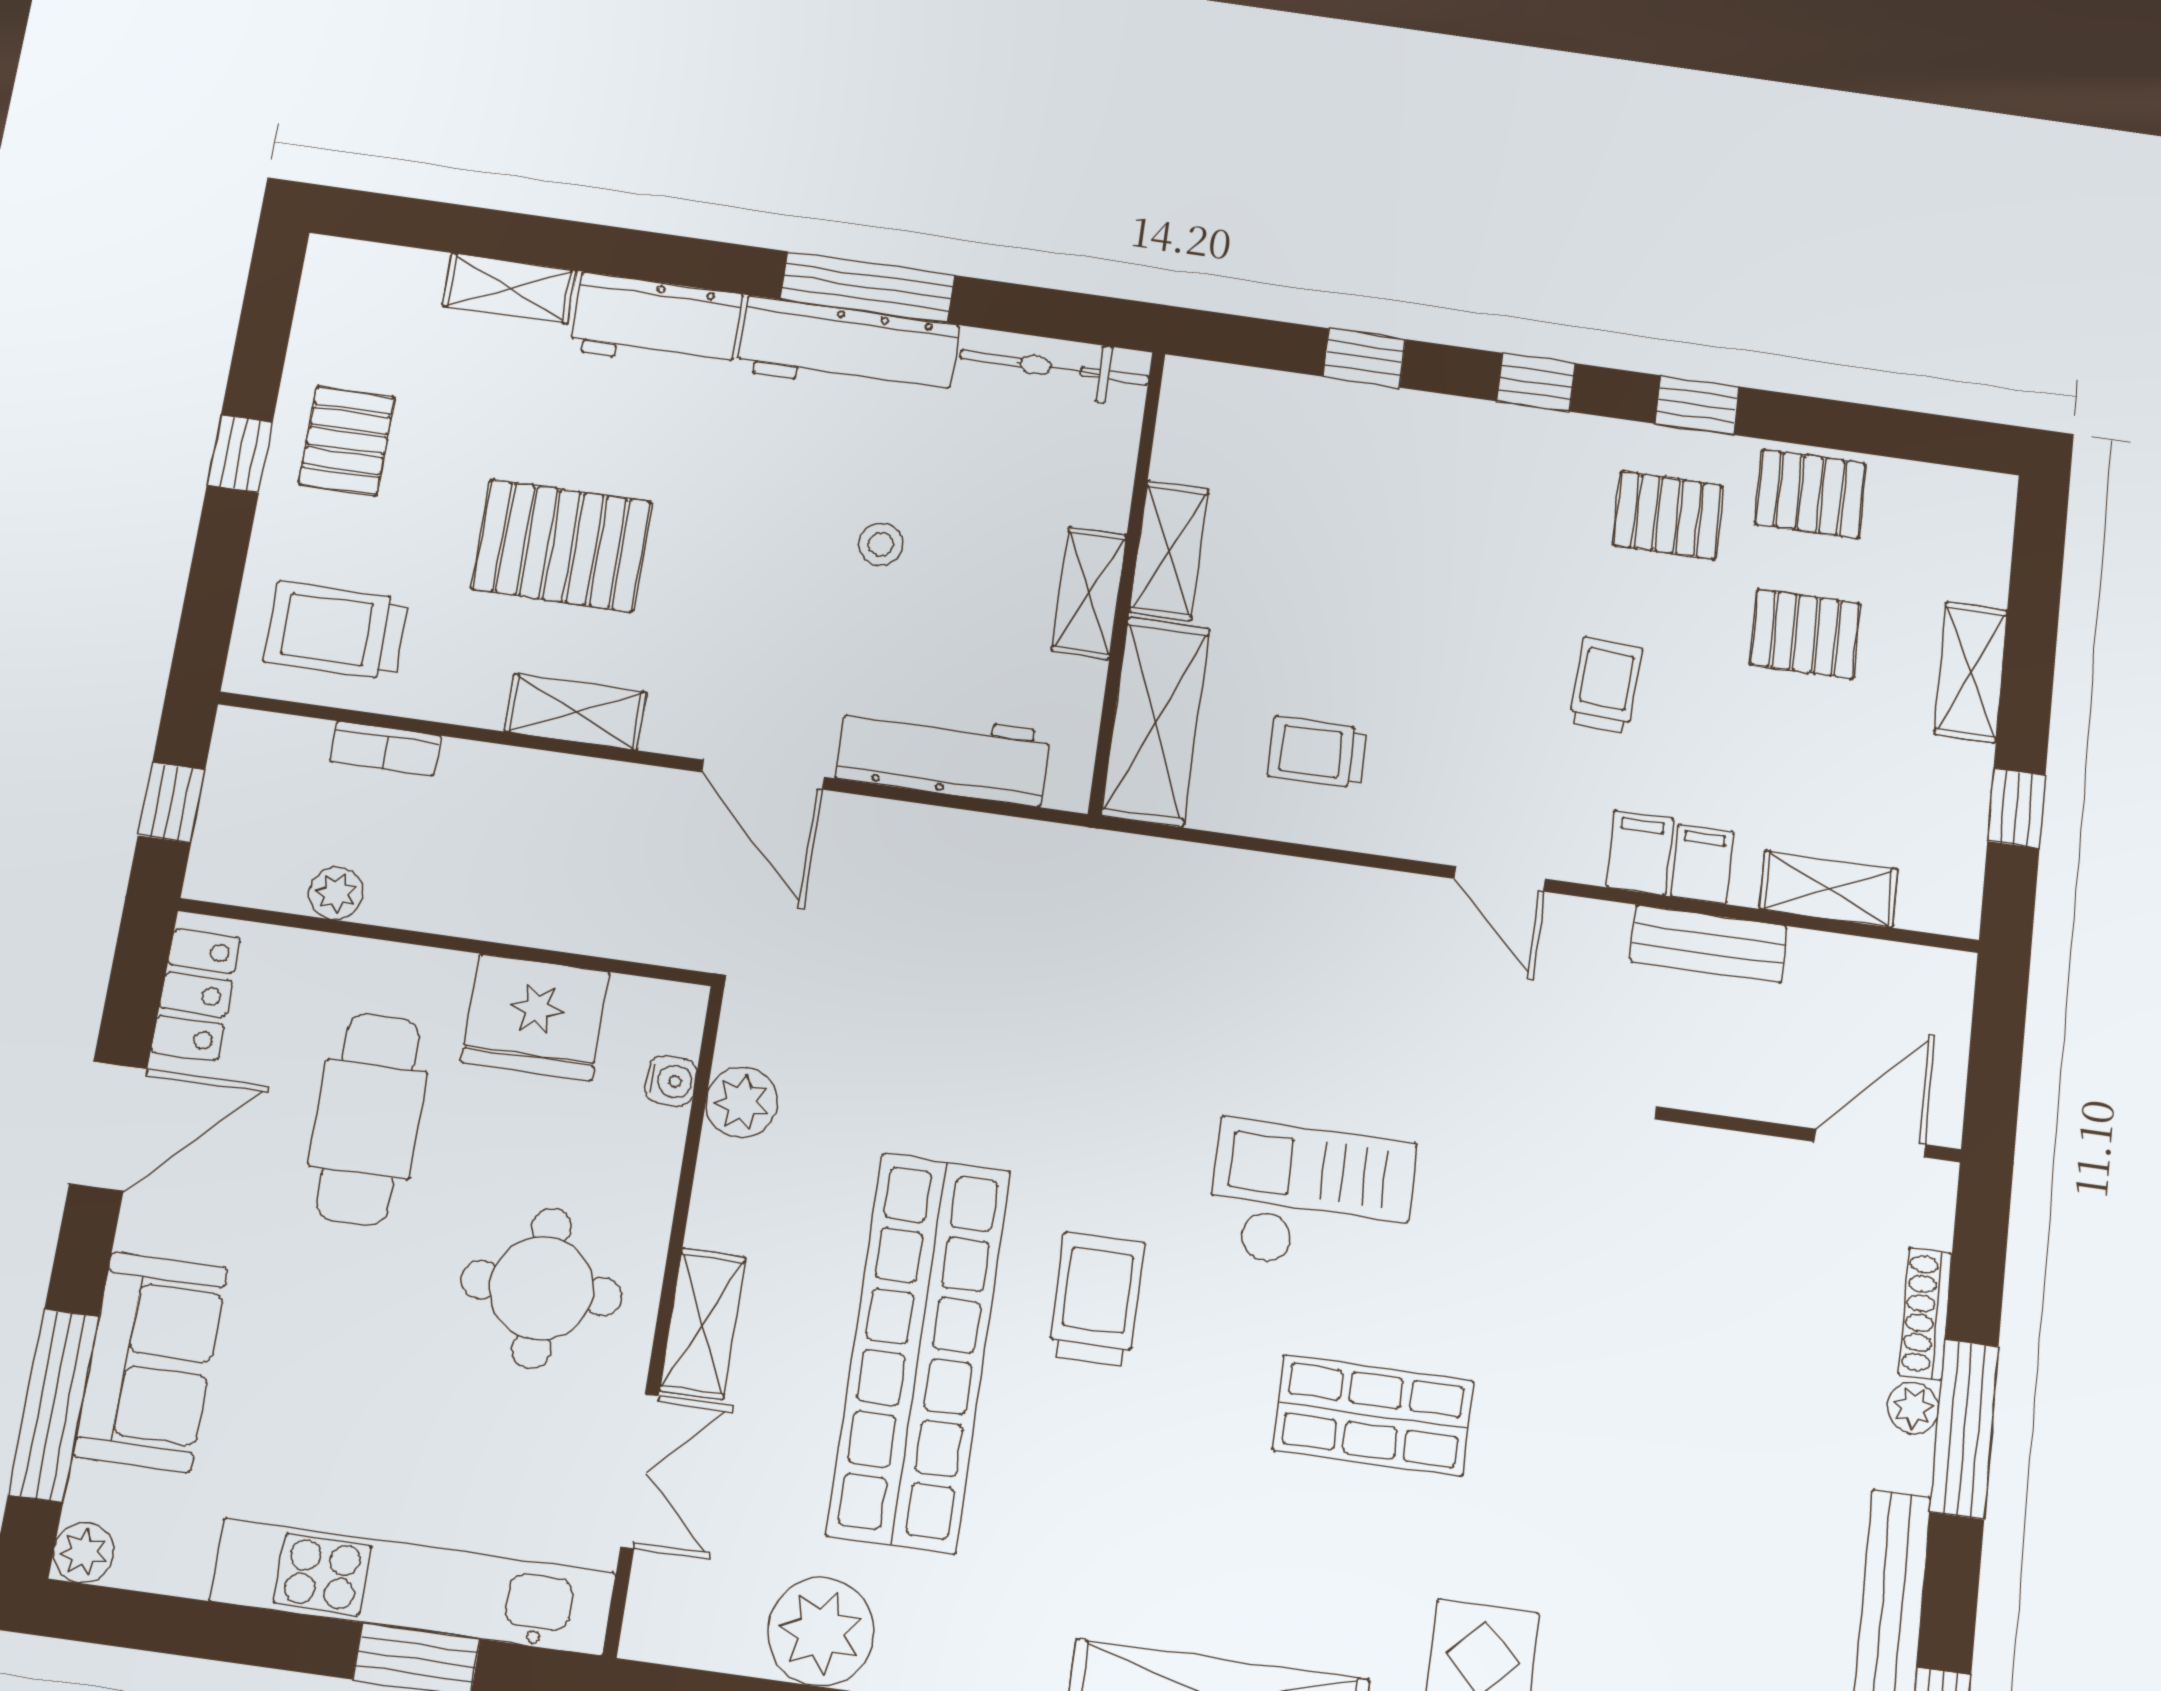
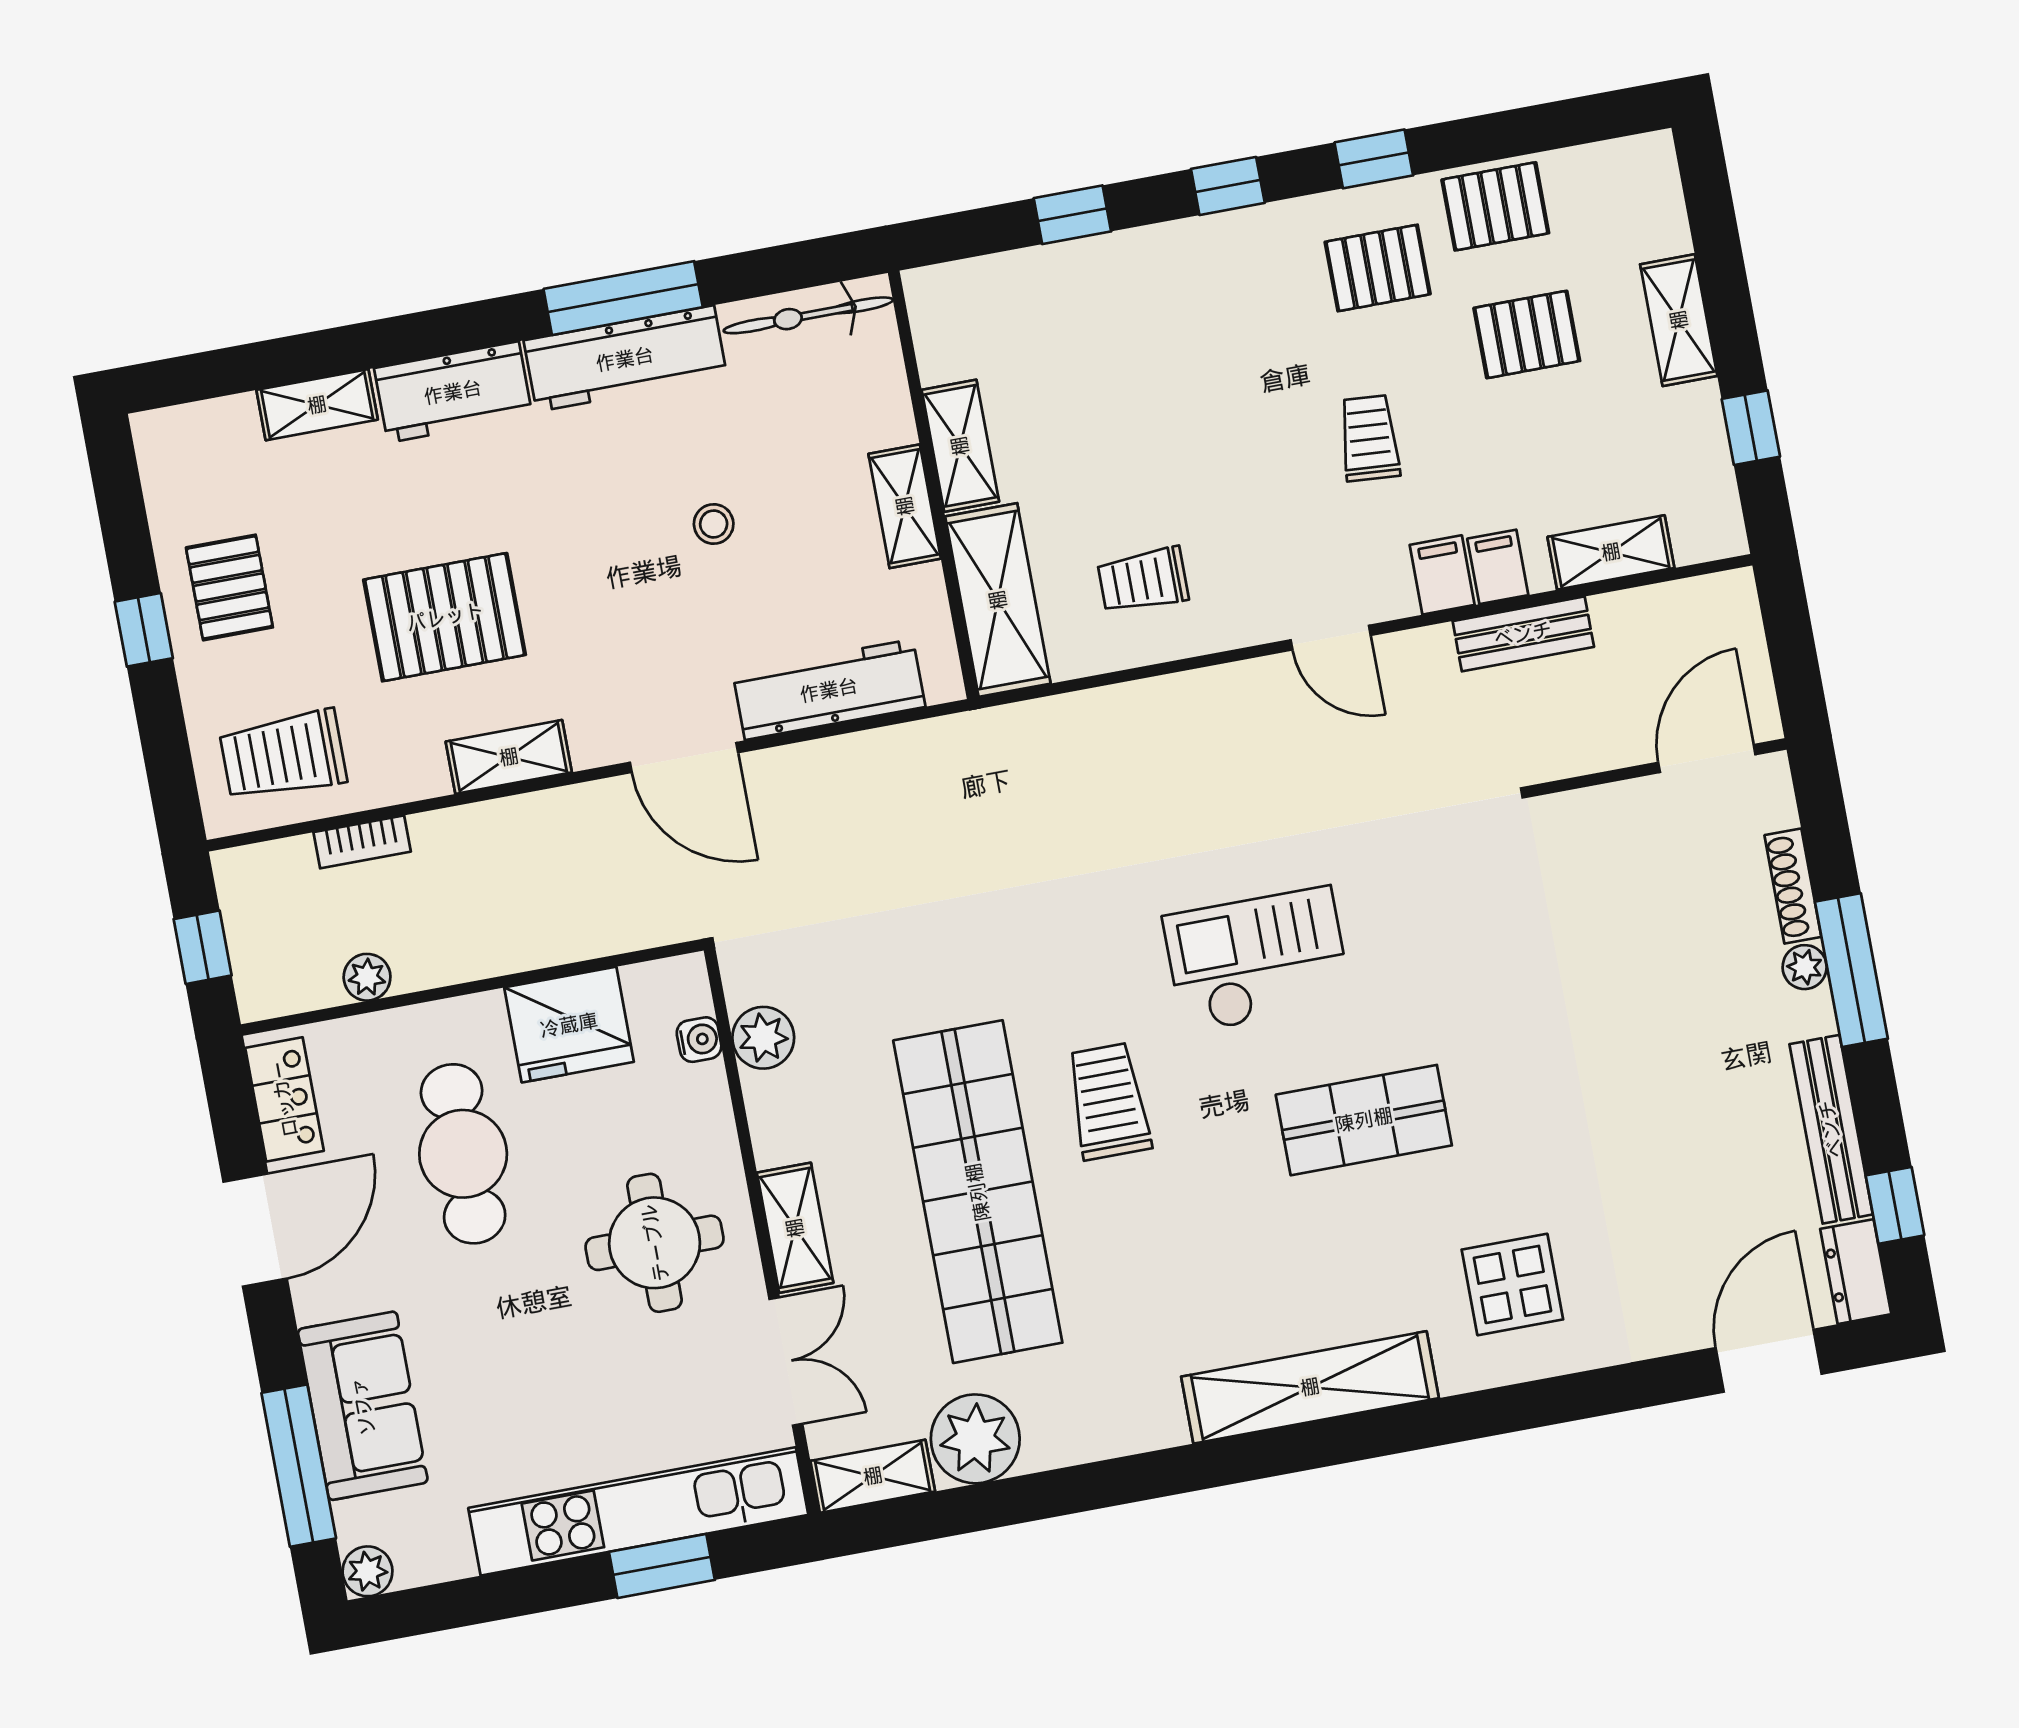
shelving: (691, 1636) -> (873, 1476), added

